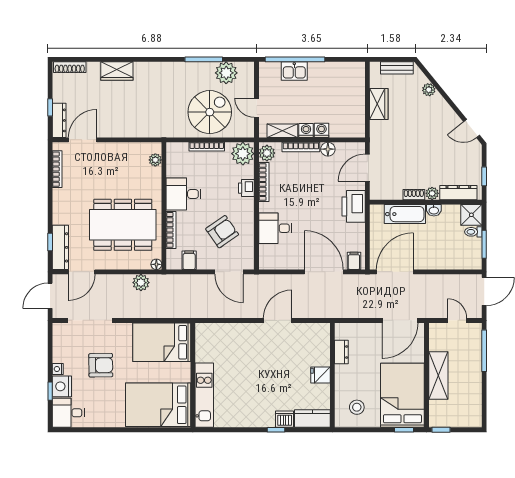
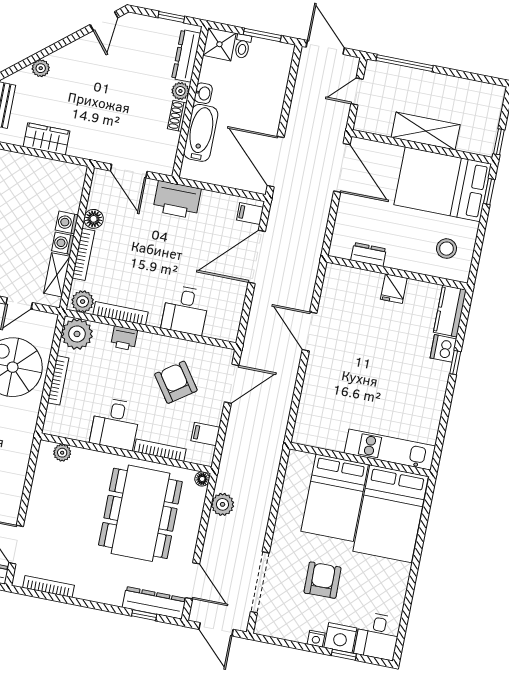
bed: (162, 342) -> (335, 498), moved

